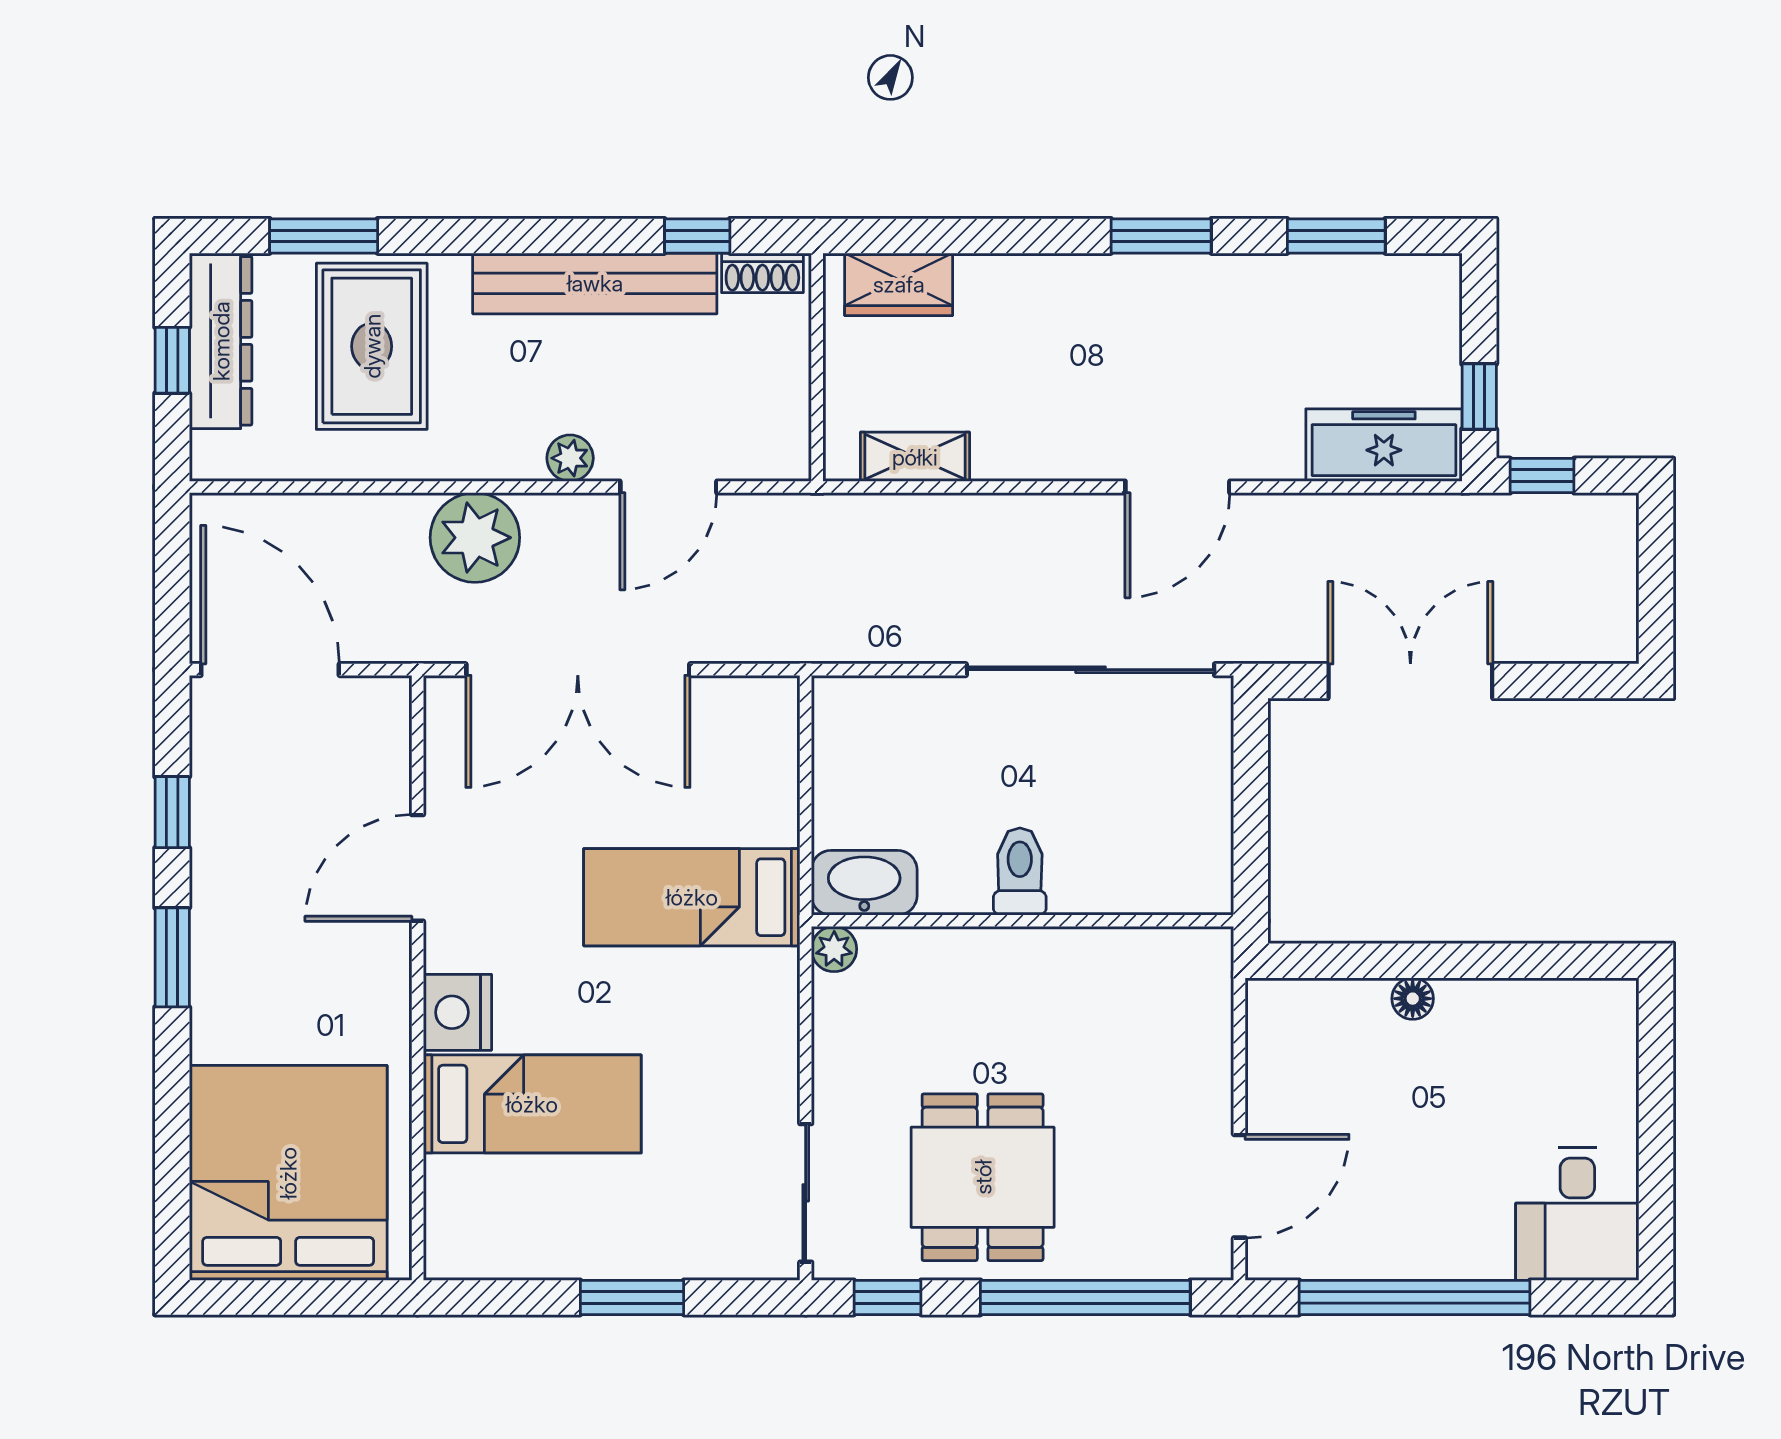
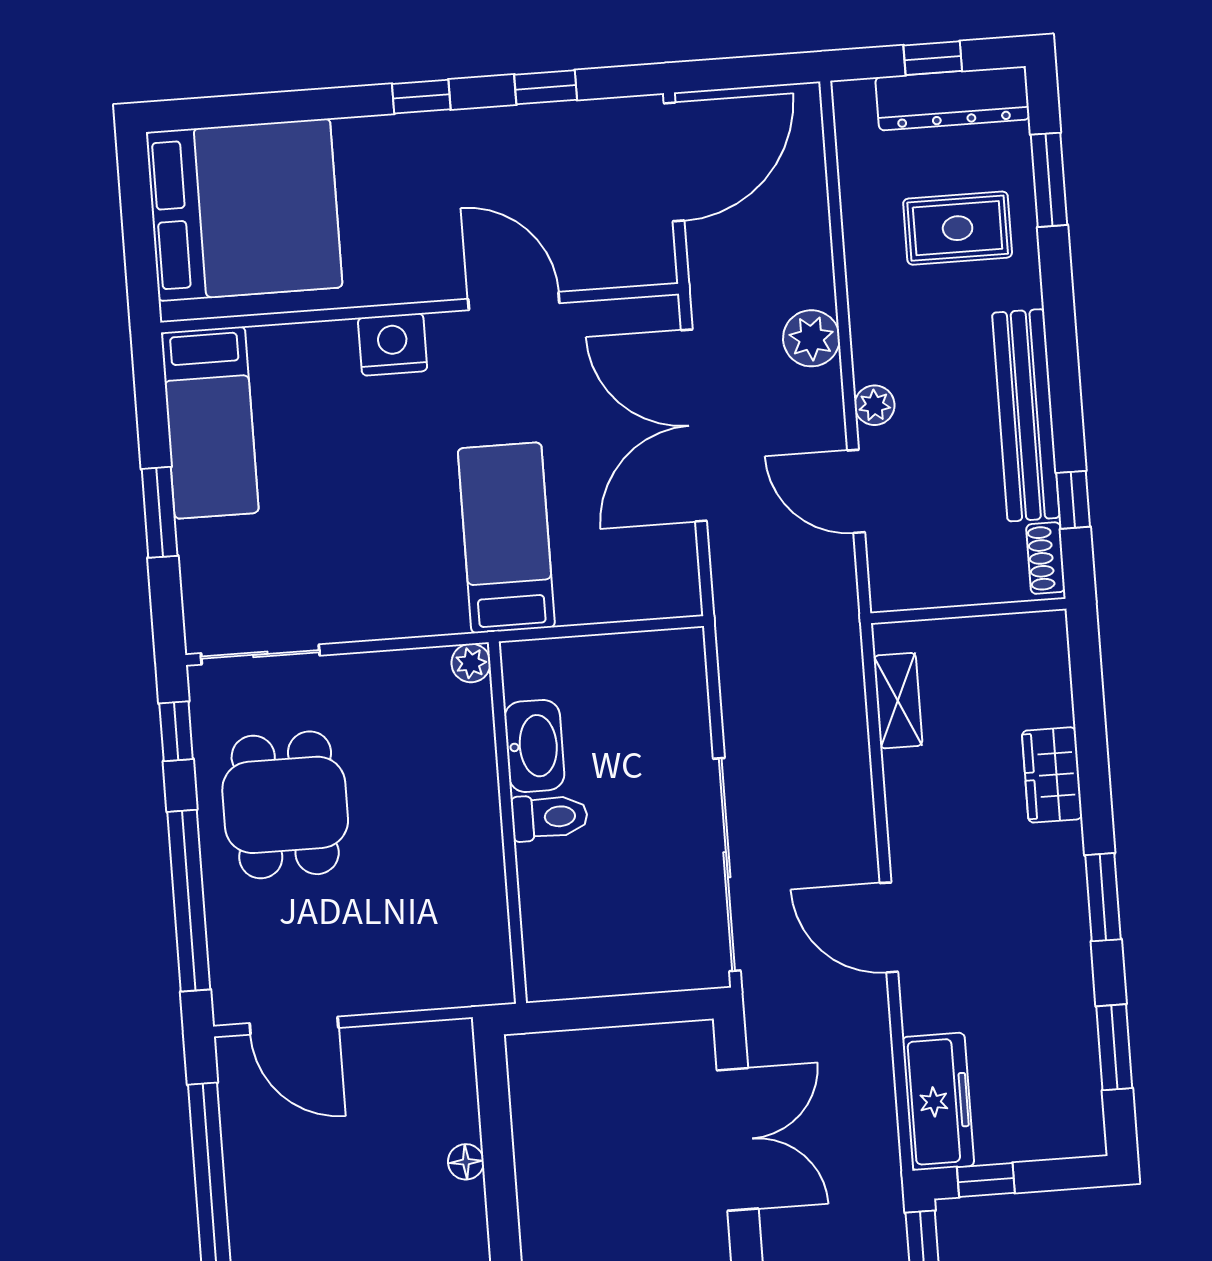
wardrobe: (899, 284) -> (1052, 775), moved
rug: (372, 346) -> (958, 228), width x0.73, depth x0.70
plant: (475, 538) -> (811, 338), width x0.73, depth x0.73
washbasin: (864, 883) -> (534, 746), moved
window: (172, 957) -> (421, 97), width x0.67
bed: (532, 1104) -> (210, 423), moved
dining table: (983, 1177) -> (285, 805), turned 90

